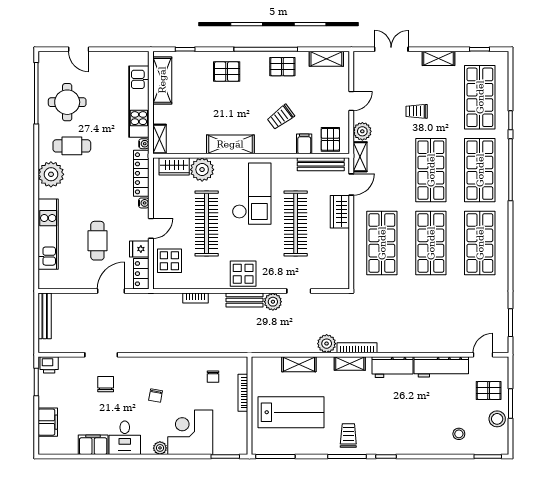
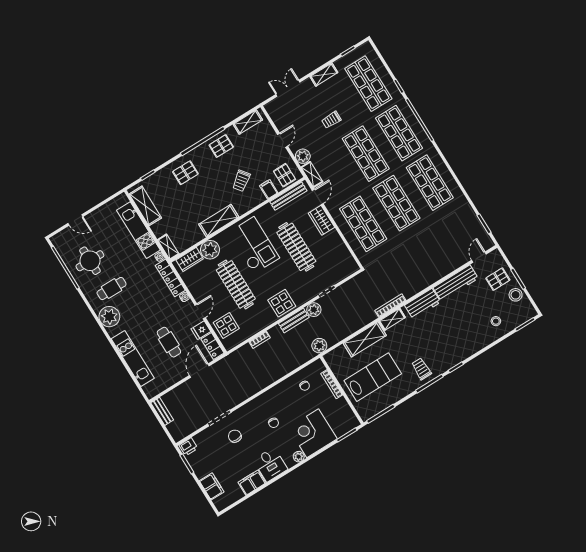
bench: (45, 316) -> (162, 411), width x0.73
plant: (327, 344) -> (319, 346), moved
shelving: (299, 364) -> (365, 339), width x1.50, depth x1.33

